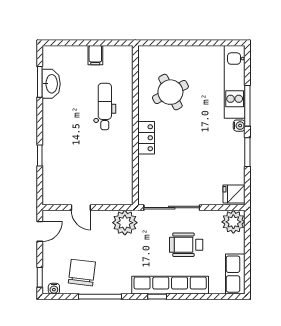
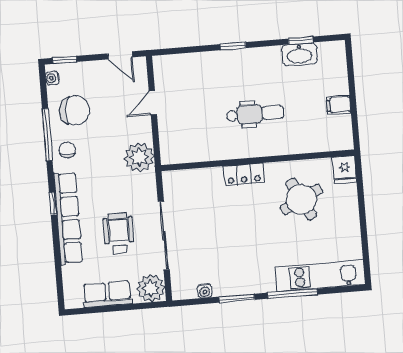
window: (40, 82) -> (301, 41), width x0.67
dental chair: (105, 106) -> (255, 114), moved
water cooler: (239, 126) -> (205, 291), moved
window: (40, 155) -> (233, 46), moved
fridge: (234, 194) -> (345, 169), moved, turned 180
sliding door: (172, 208) -> (164, 236), moved
row of seats: (235, 274) -> (107, 294), moved
chair: (114, 281) -> (67, 150), added

